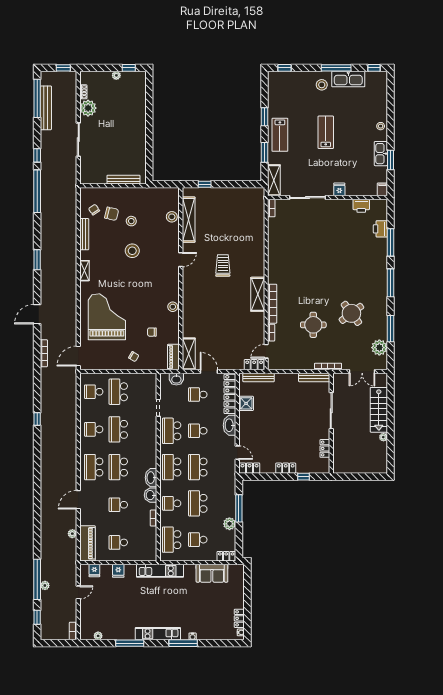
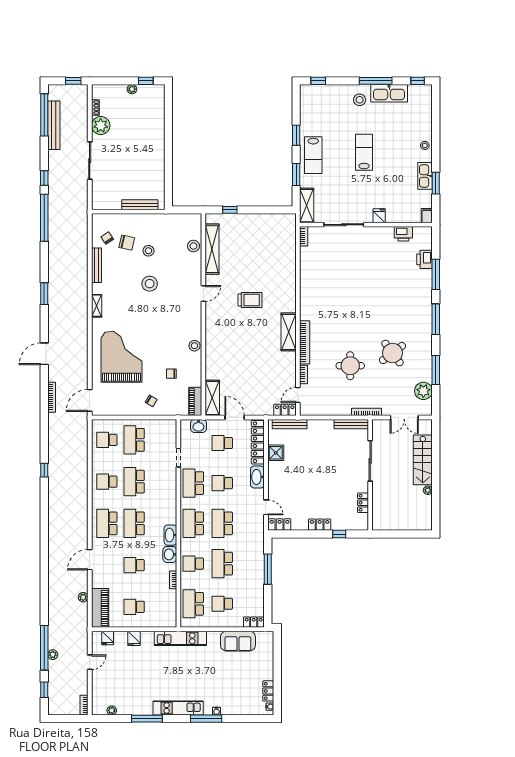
trolley: (223, 266) -> (250, 300), turned 90
plant: (229, 524) -> (257, 586), removed

